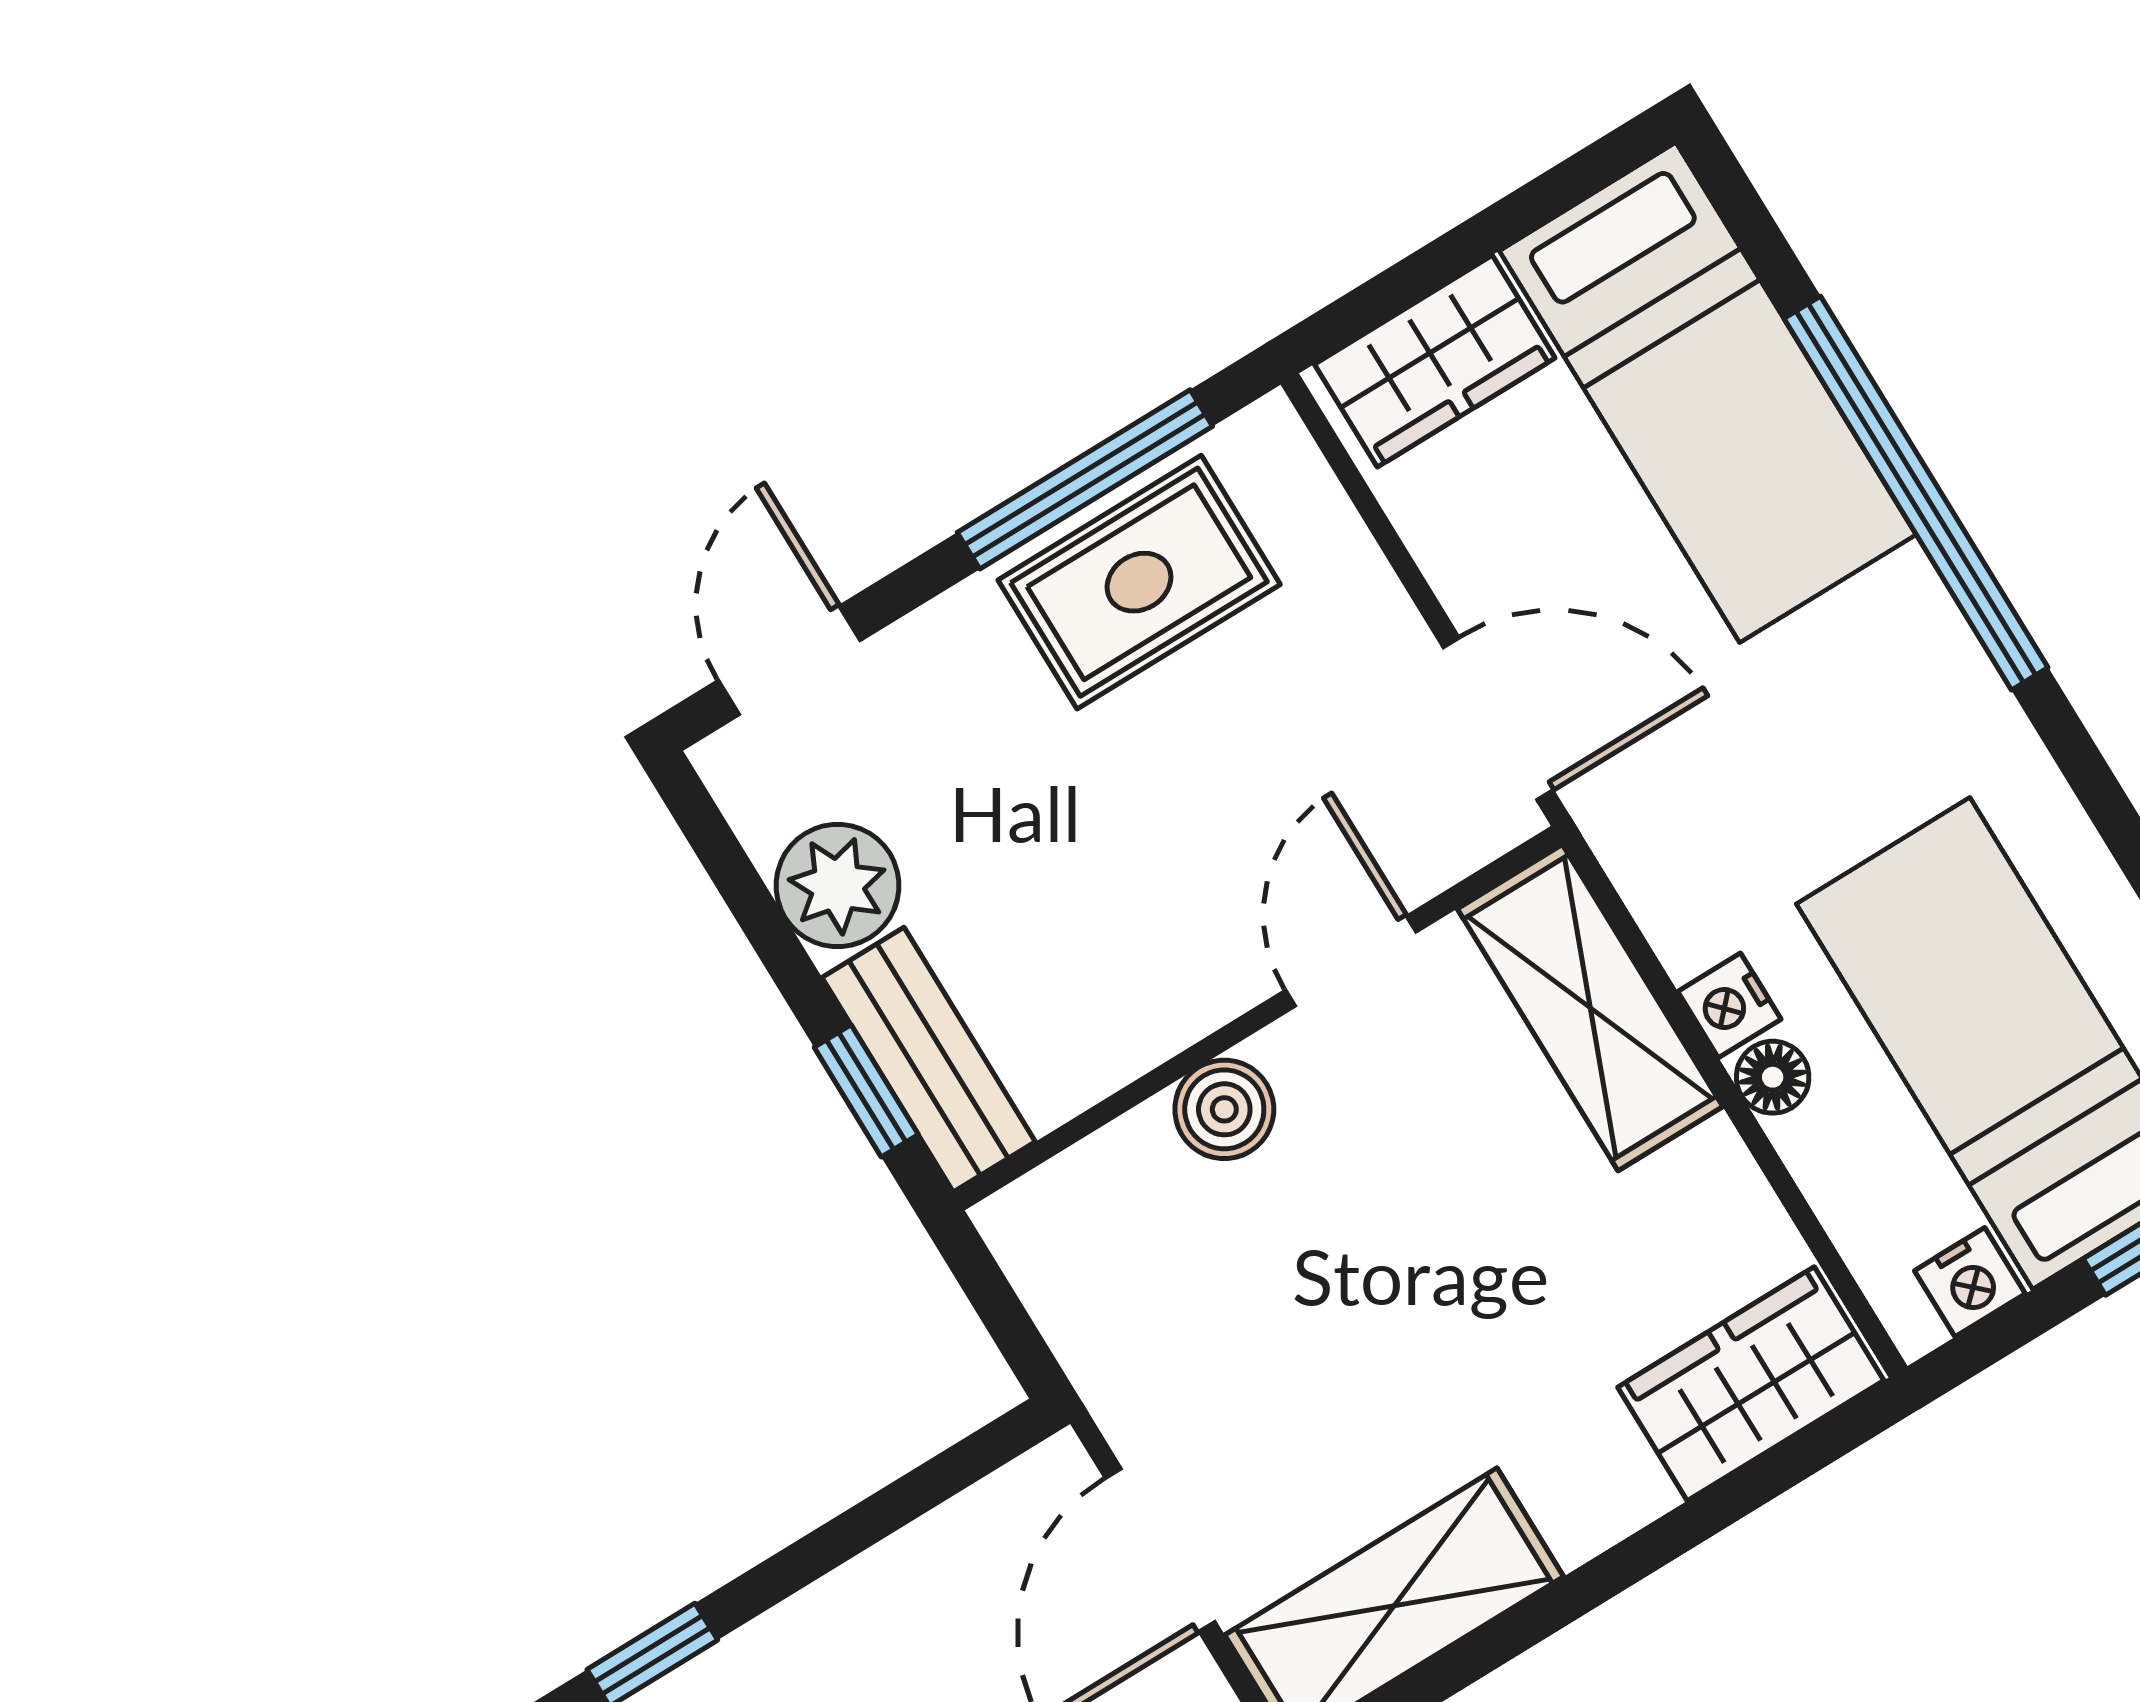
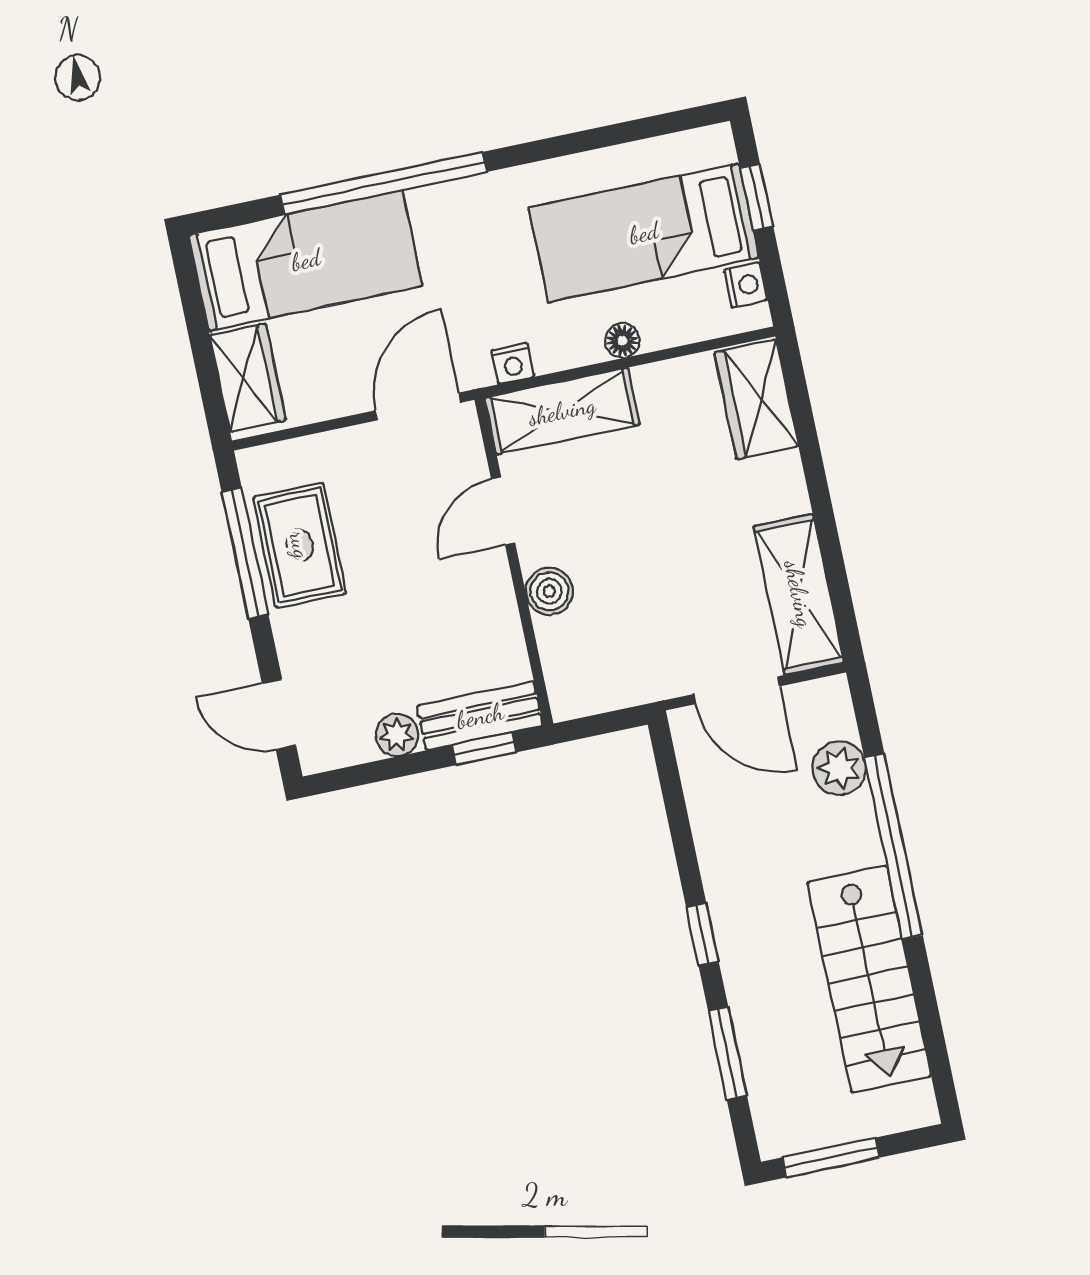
plant: (838, 886) -> (397, 735), width x0.73, depth x0.73
door: (1351, 961) -> (503, 511), hinge flipped
nightstand: (1729, 1005) -> (513, 363), moved

